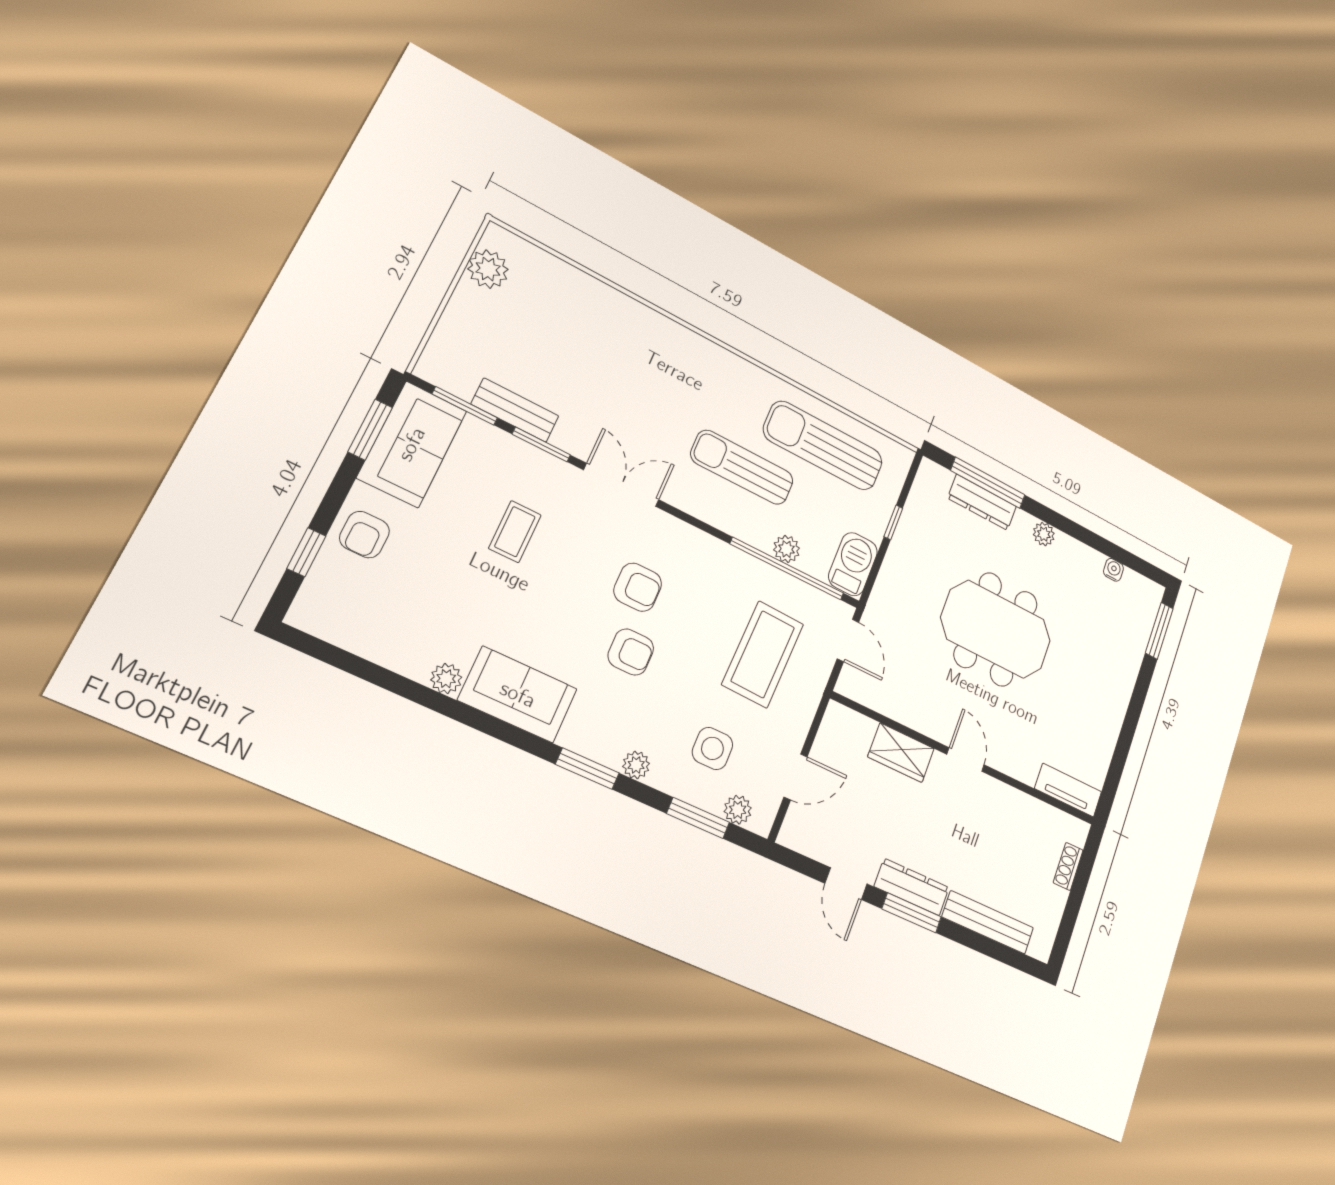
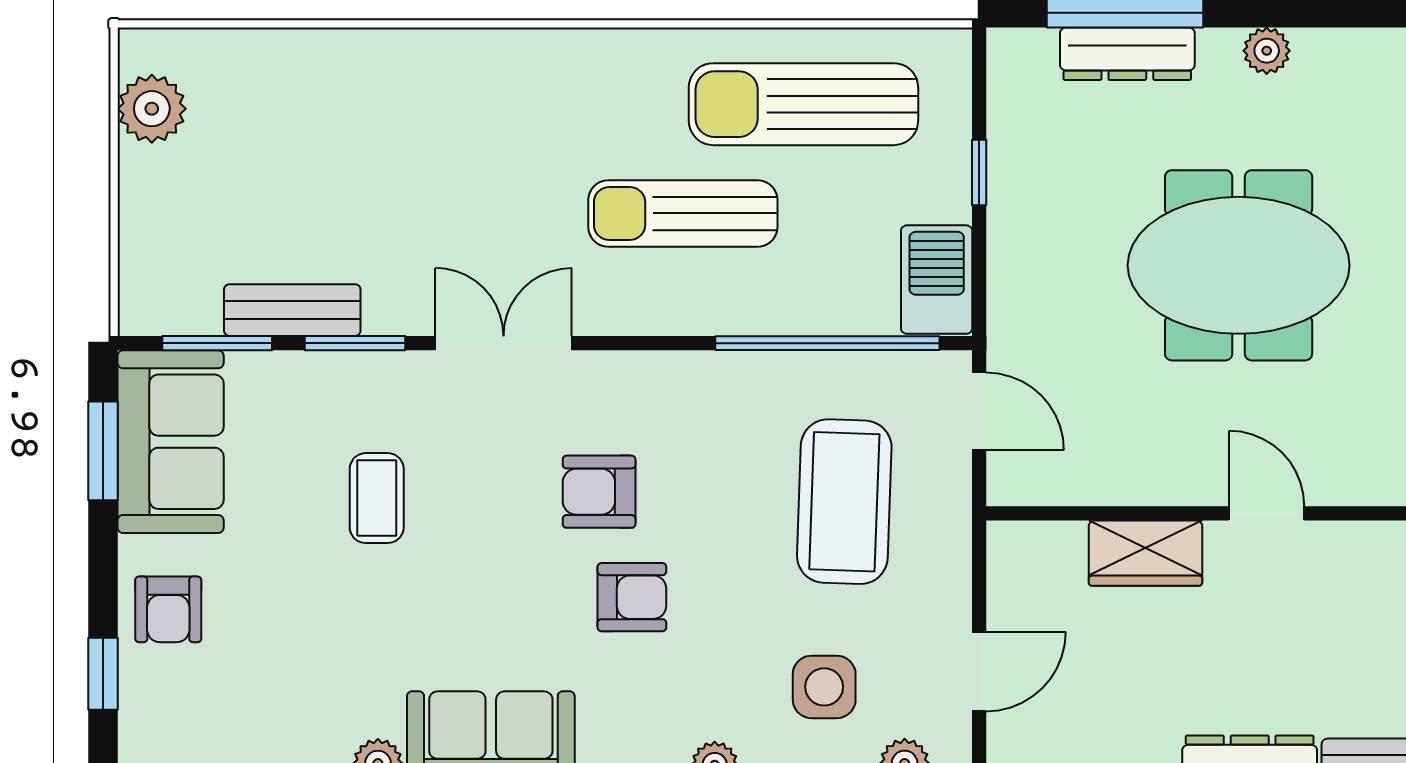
plant: (787, 549) -> (813, 311), removed
armchair: (638, 587) -> (599, 492), turned 180

